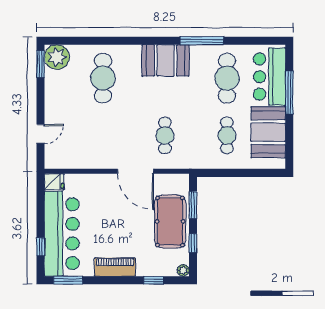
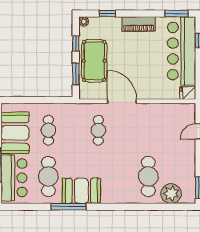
plant: (57, 57) -> (171, 194), moved
booth: (166, 60) -> (81, 191), moved

